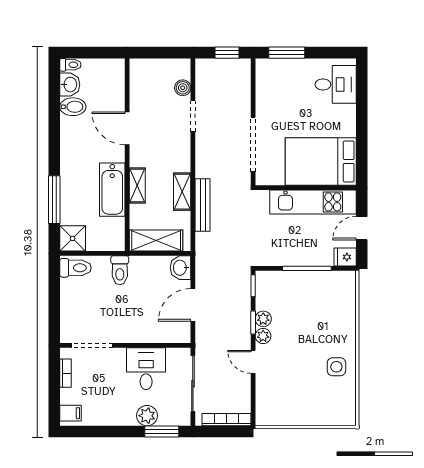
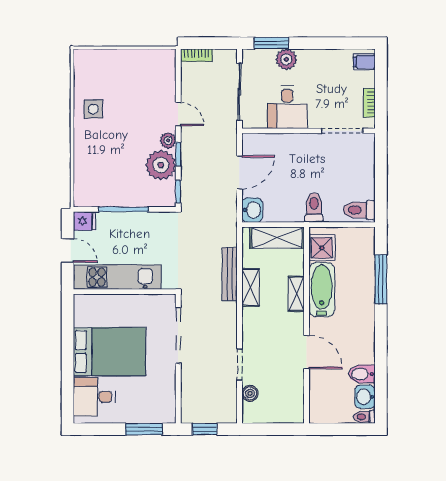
bed: (321, 161) -> (109, 352), moved
door: (362, 228) -> (68, 250), hinge flipped
shower: (73, 238) -> (322, 248), moved
plant: (263, 319) -> (161, 165), width x1.88, depth x1.88
bookcase: (226, 420) -> (196, 55), width x0.64

